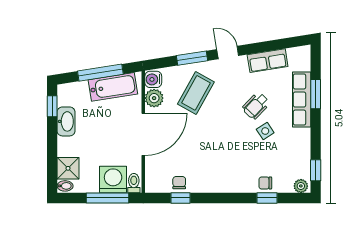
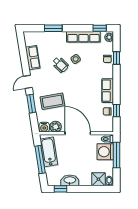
coffee table: (196, 93) -> (52, 101), turned -39
row of seats: (302, 100) -> (83, 37), moved
row of seats: (213, 184) -> (108, 91), added

